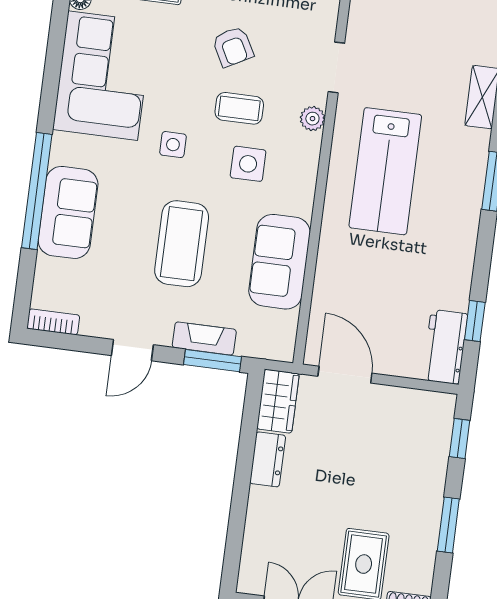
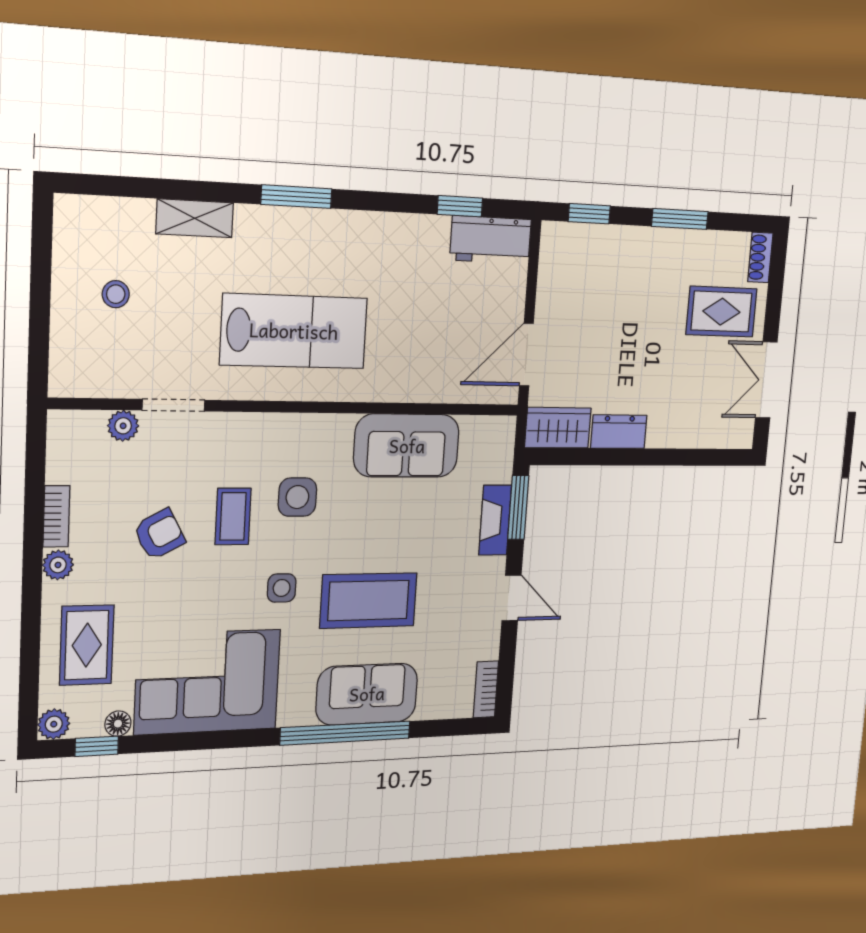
stool: (429, 30) -> (116, 294), added
plant: (312, 119) -> (123, 426), moved
coffee table: (182, 244) -> (368, 600), moved

